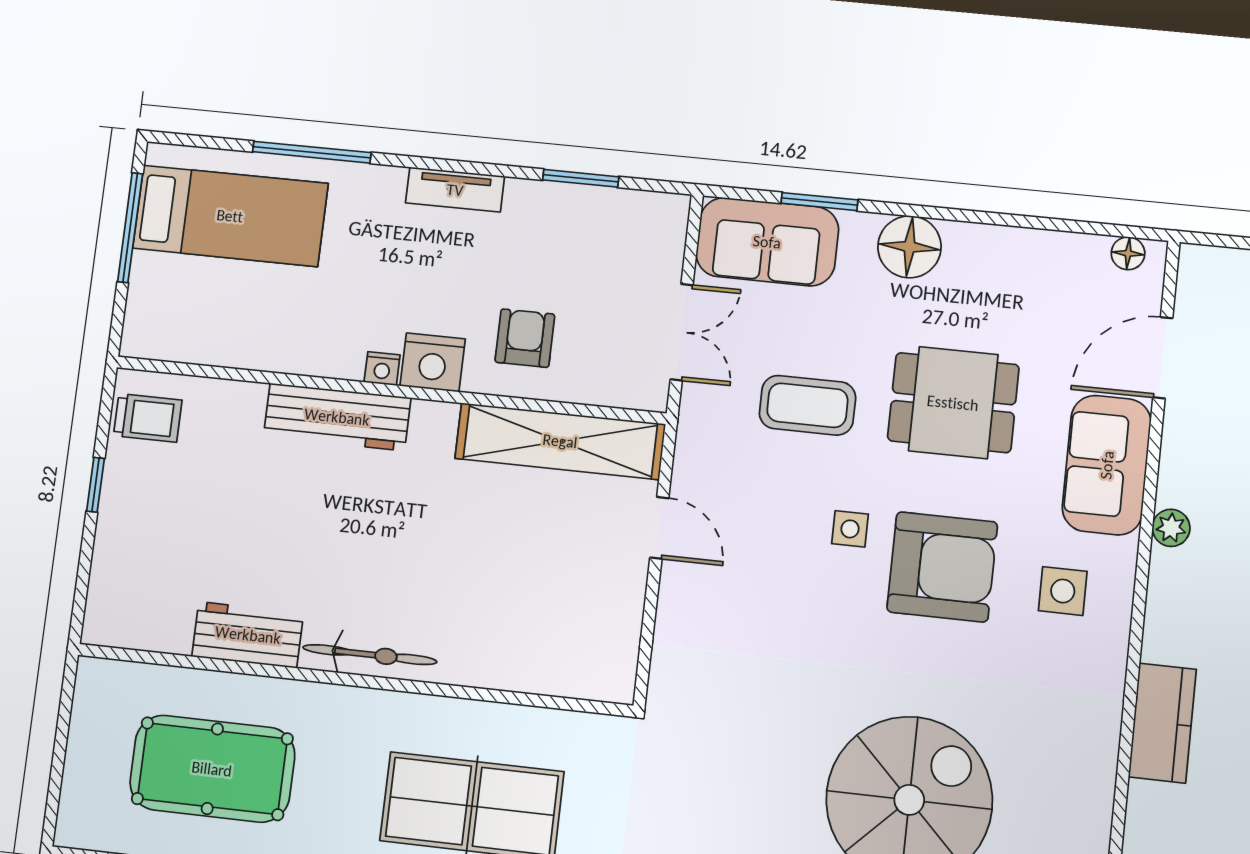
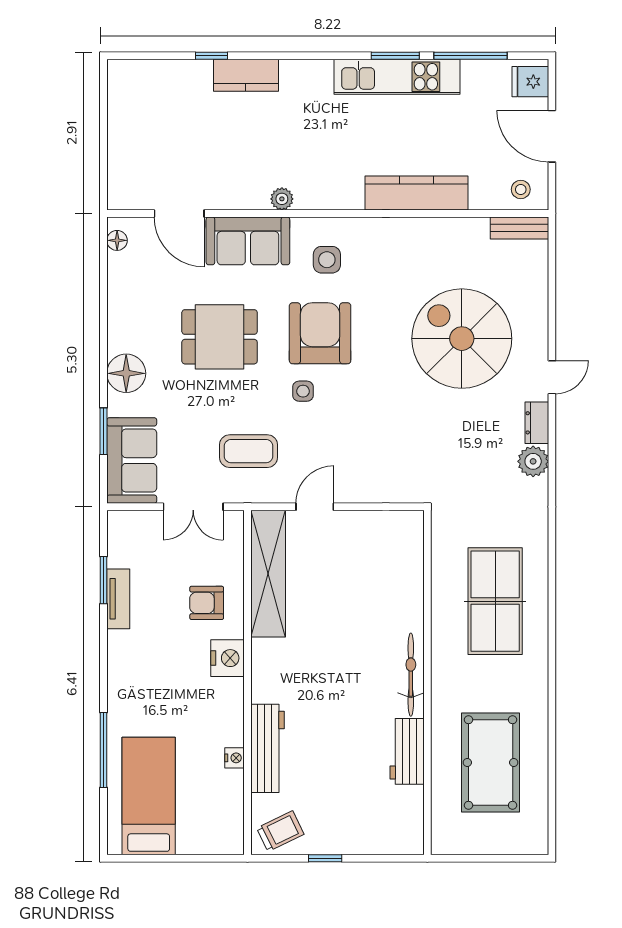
tv unit: (455, 190) -> (118, 599), moved
window: (130, 228) -> (162, 858), removed
double door: (682, 332) -> (193, 507), swing flipped
nightstand: (382, 368) -> (235, 758), moved
dining table: (953, 403) -> (220, 337), turned 90
coffee table: (807, 405) -> (249, 451), moved, turned 90
workbench: (337, 417) -> (267, 748), moved
trolley: (148, 418) -> (280, 831), turned 64
kitchen counter: (1162, 723) -> (416, 193), width x1.50

